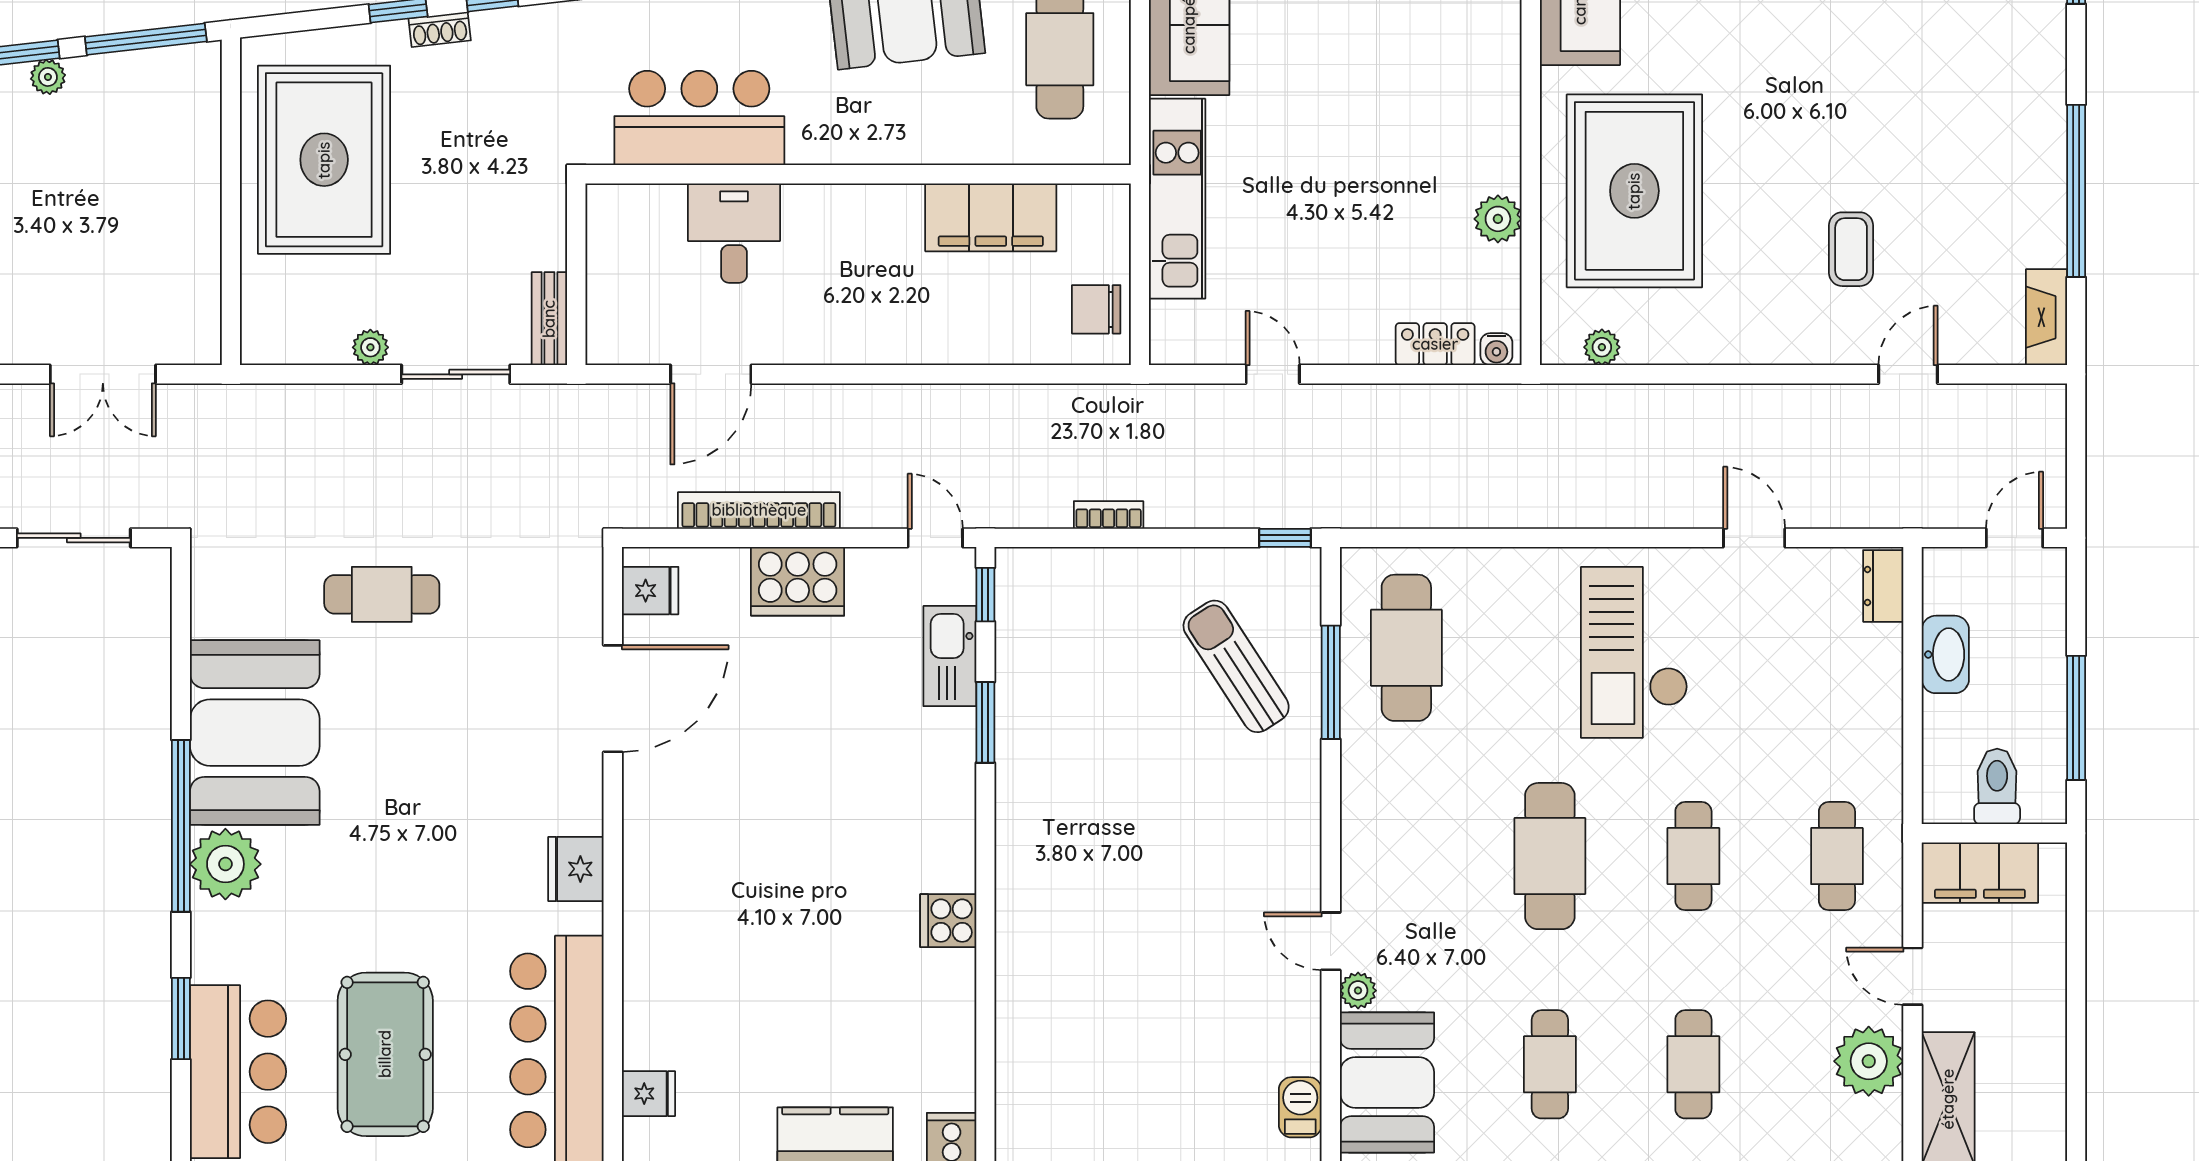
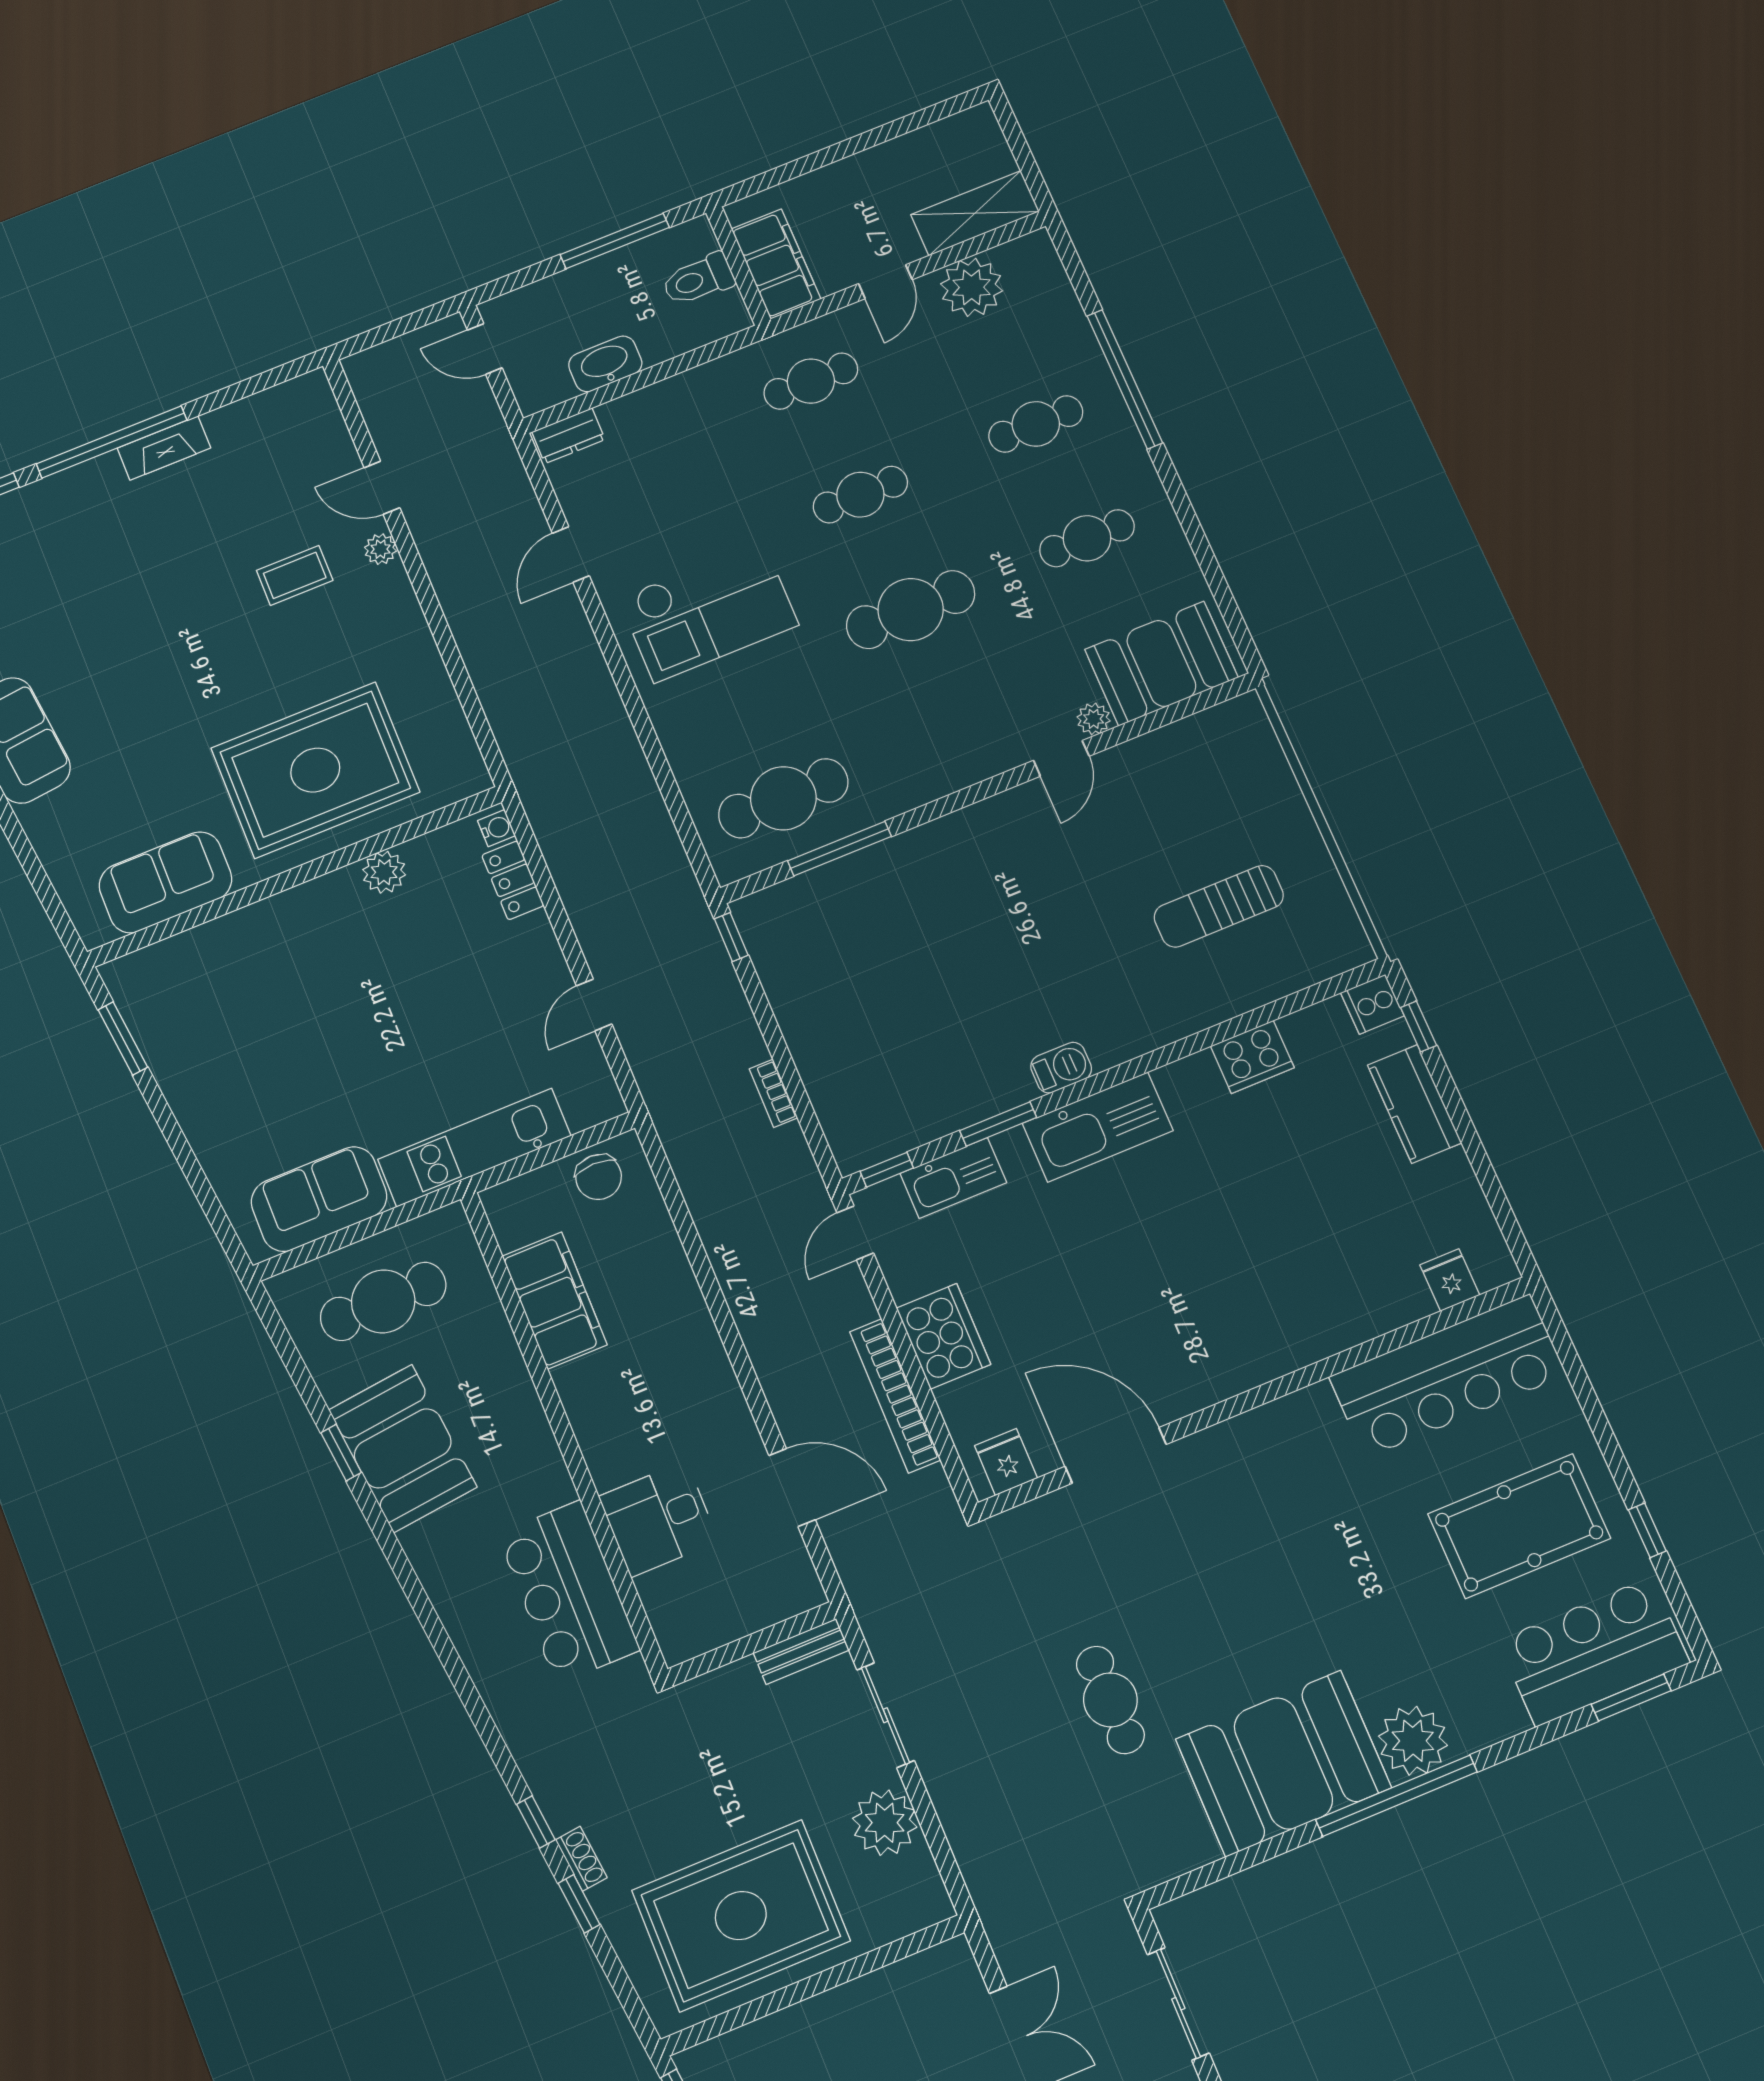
window: (2076, 191) -> (112, 442), moved
fireplace: (2047, 317) -> (164, 448), moved
plant: (370, 347) -> (885, 1823), width x1.87, depth x1.87
plant: (1602, 347) -> (380, 549), moved
sun lounger: (1236, 666) -> (1219, 906), moved, turned 33
kitchen sink: (942, 818) -> (1098, 1127), added
fridge: (576, 869) -> (1280, 1425), removed
cooker: (948, 921) -> (1252, 1057), moved, width x1.36
window: (181, 1019) -> (1631, 1697), moved
barbecue: (1300, 1107) -> (1061, 1068), moved, turned 180

